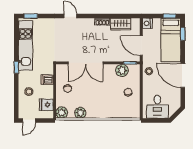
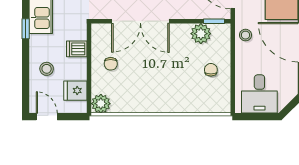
plant: (80, 113) -> (132, 104), removed
door: (29, 120) -> (47, 117), swing flipped

